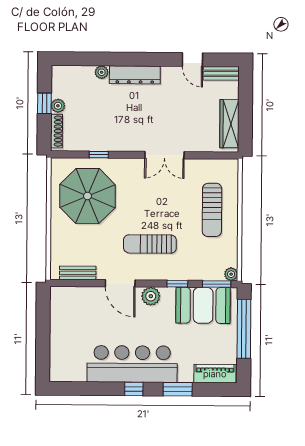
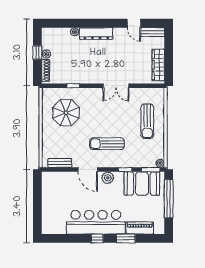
parasol: (87, 196) -> (66, 113), width x0.73, depth x0.73
piano: (215, 374) -> (140, 228), moved

